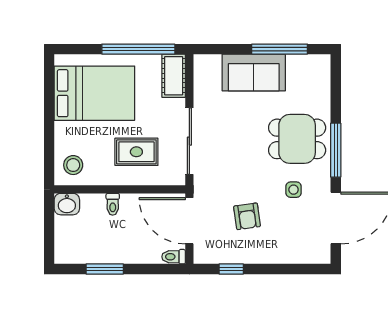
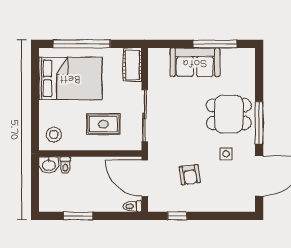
window: (138, 49) -> (82, 44), moved
toilet: (113, 204) -> (65, 165), moved

